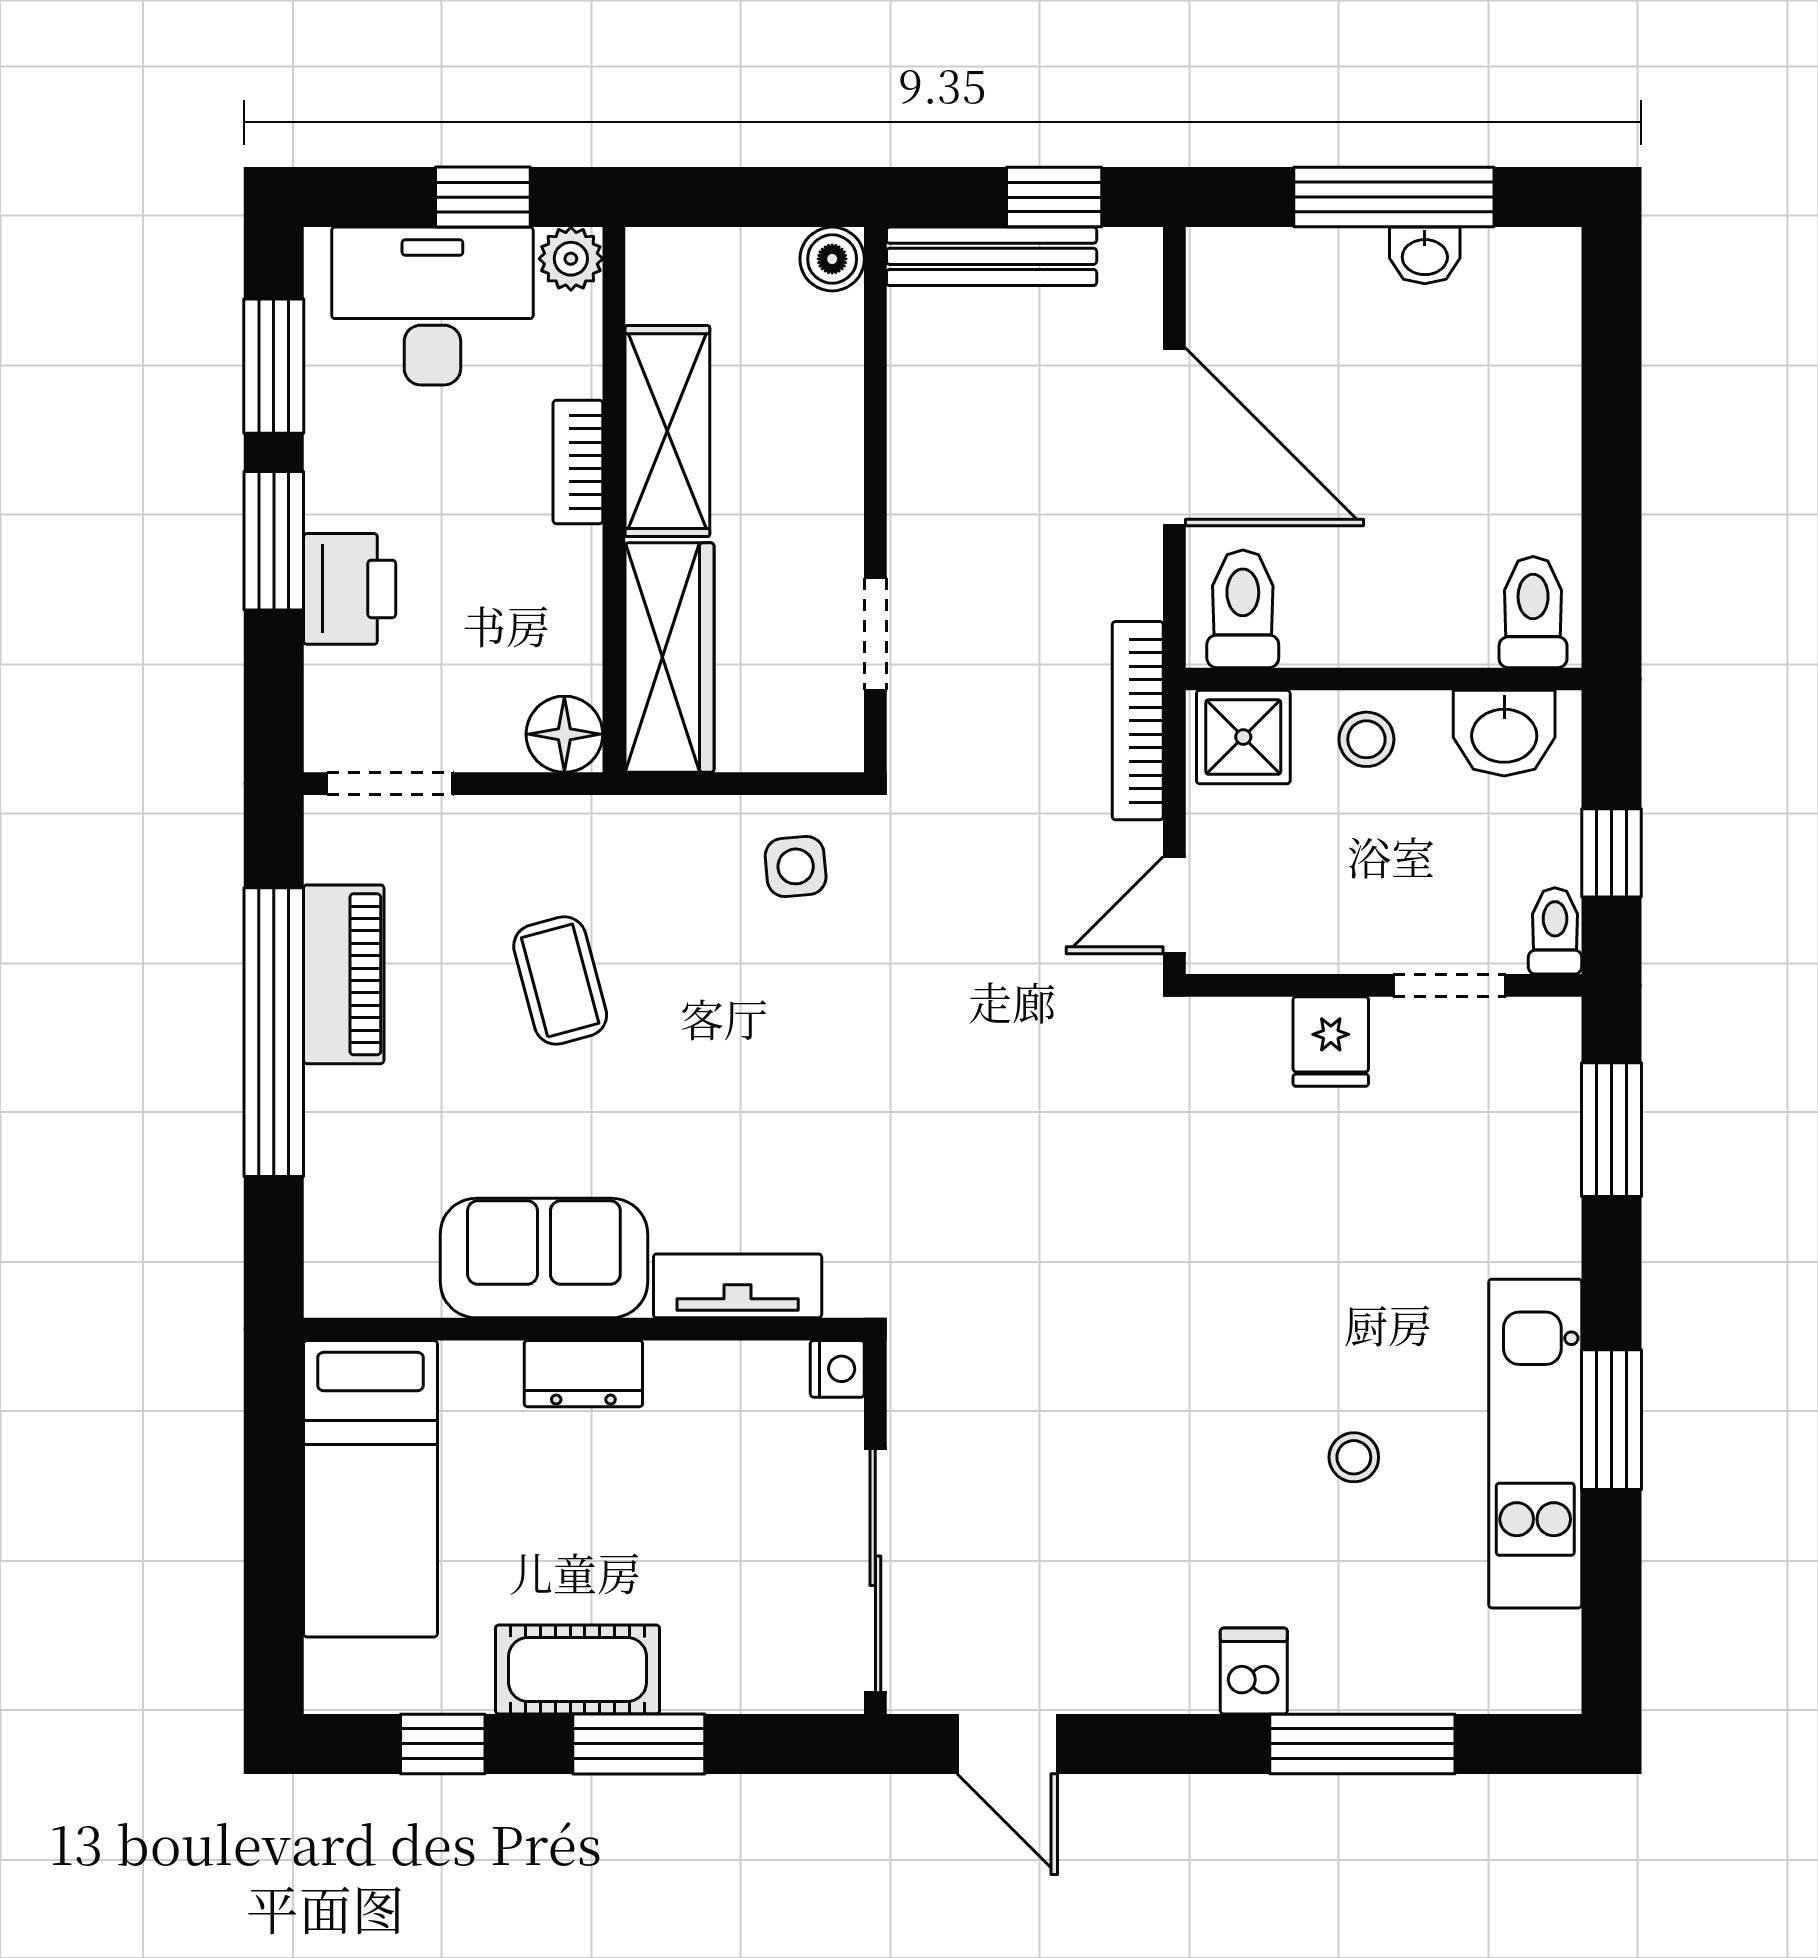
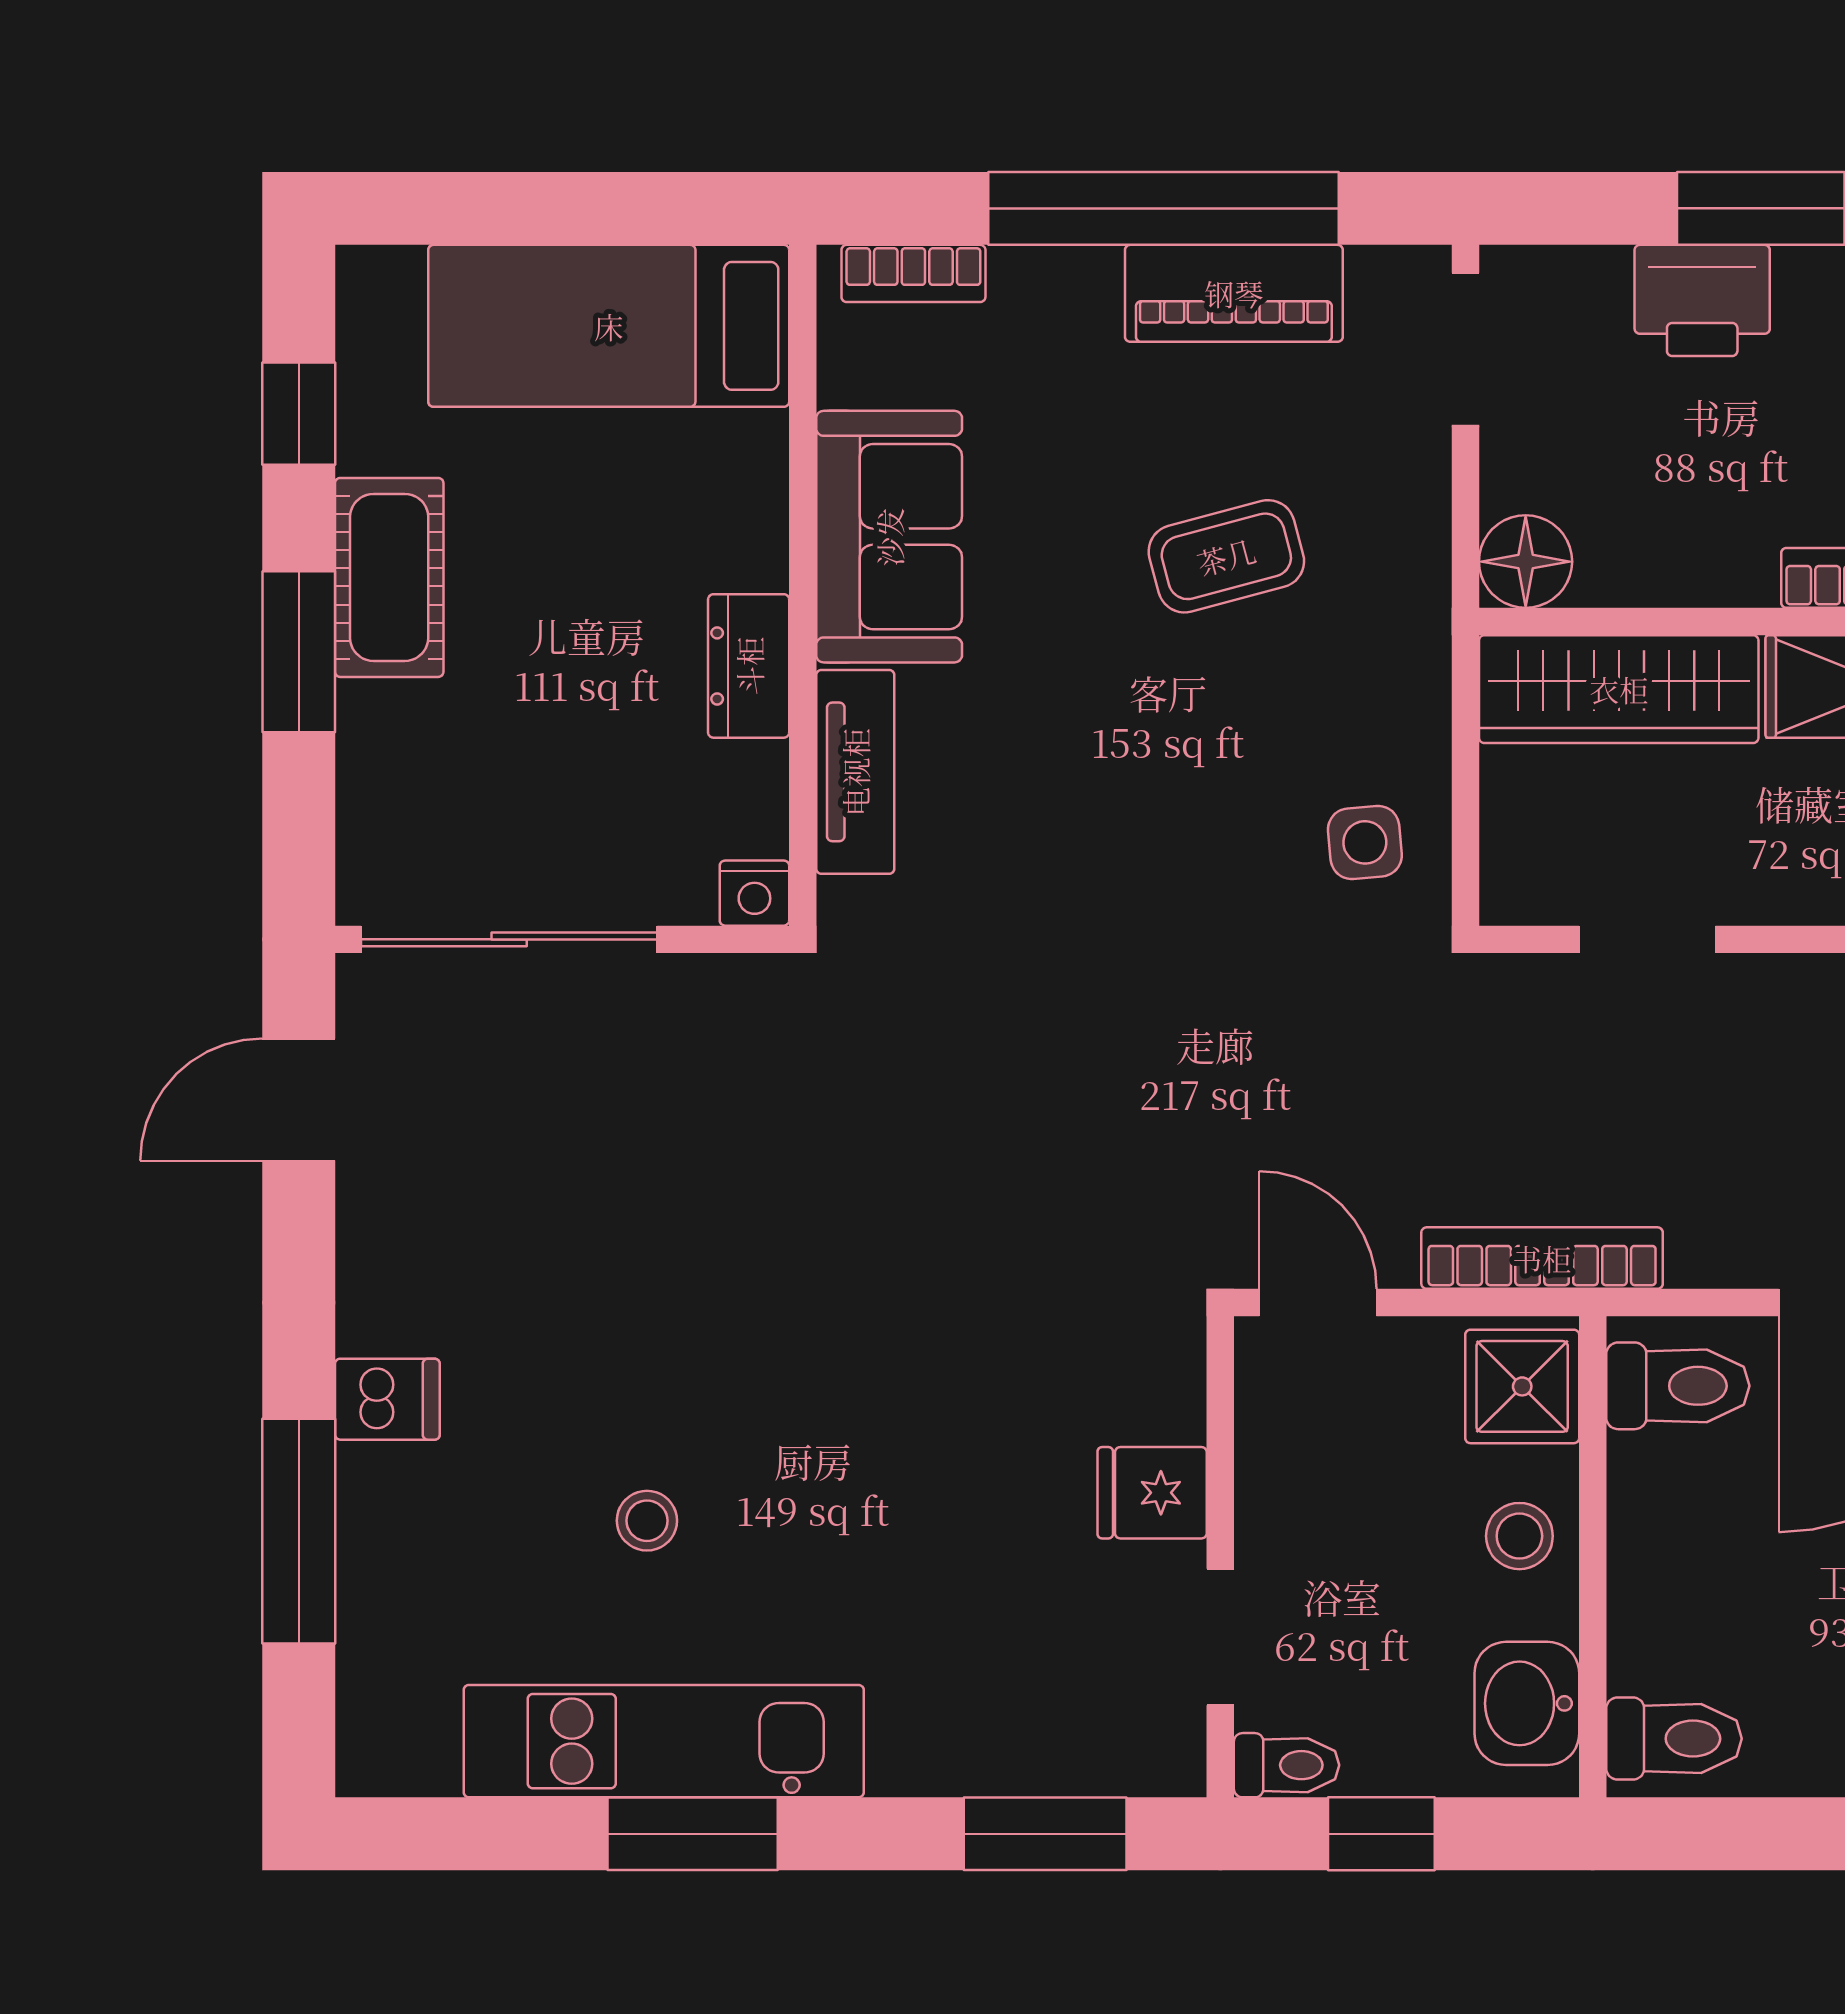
bookcase: (327, 1238) -> (913, 273), added
dresser: (583, 1374) -> (749, 666), moved

